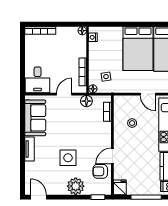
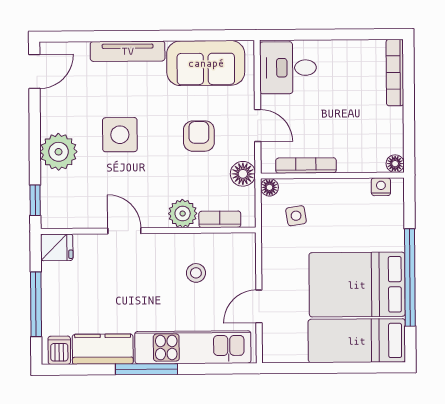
window: (135, 24) -> (410, 277), added
plant: (105, 129) -> (183, 214), added
tv unit: (29, 149) -> (128, 51), width x1.41
armchair: (100, 171) -> (199, 136), moved

